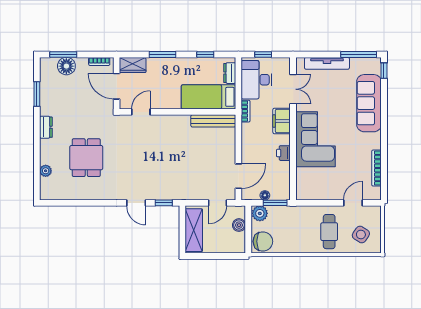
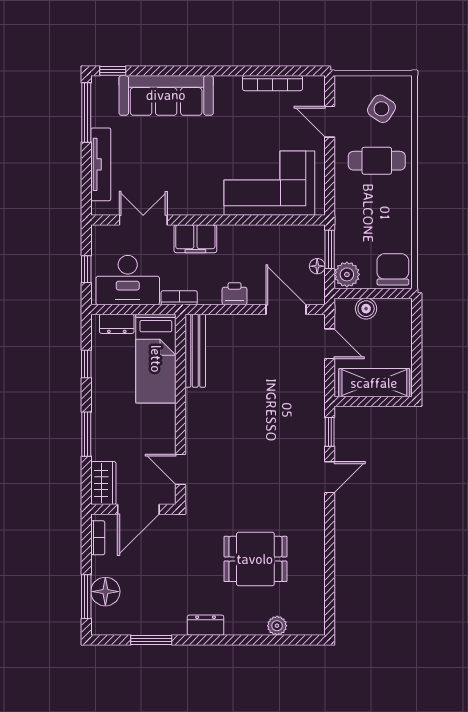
corner sofa: (315, 139) -> (269, 183), moved
printer: (283, 153) -> (235, 294), moved, turned 180

